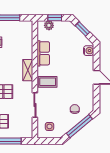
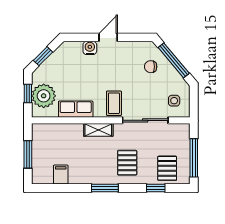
plant: (49, 25) -> (44, 96), width x1.88, depth x1.88
water cooler: (89, 51) -> (90, 48), moved
sliding door: (35, 105) -> (145, 120), width x1.37

